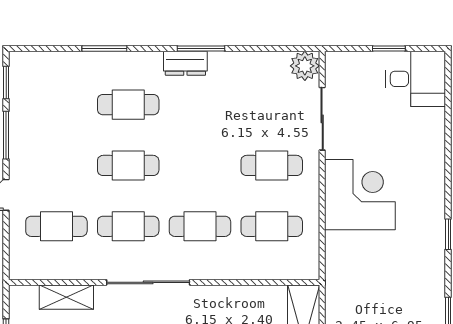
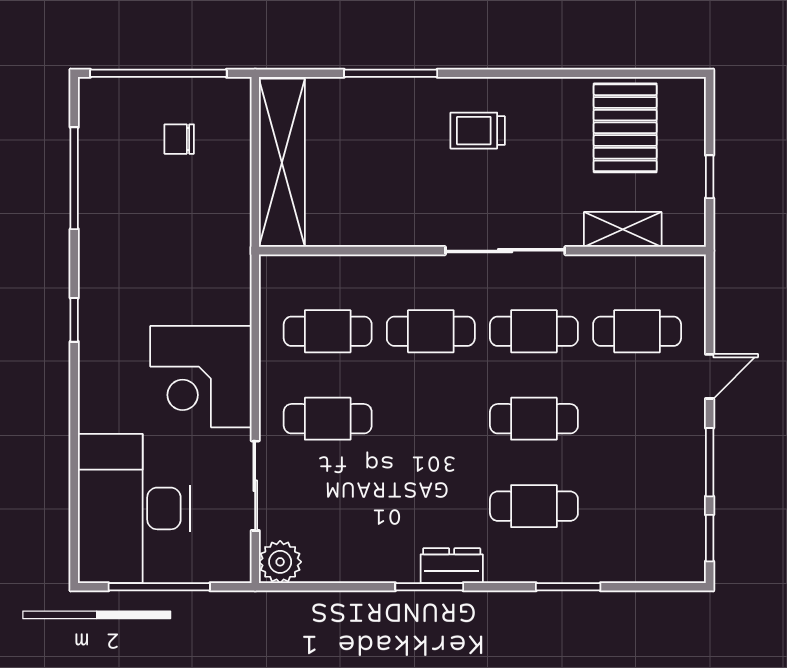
window: (389, 49) -> (159, 587), width x2.17
desk: (416, 79) -> (134, 508), width x1.87, depth x1.30

